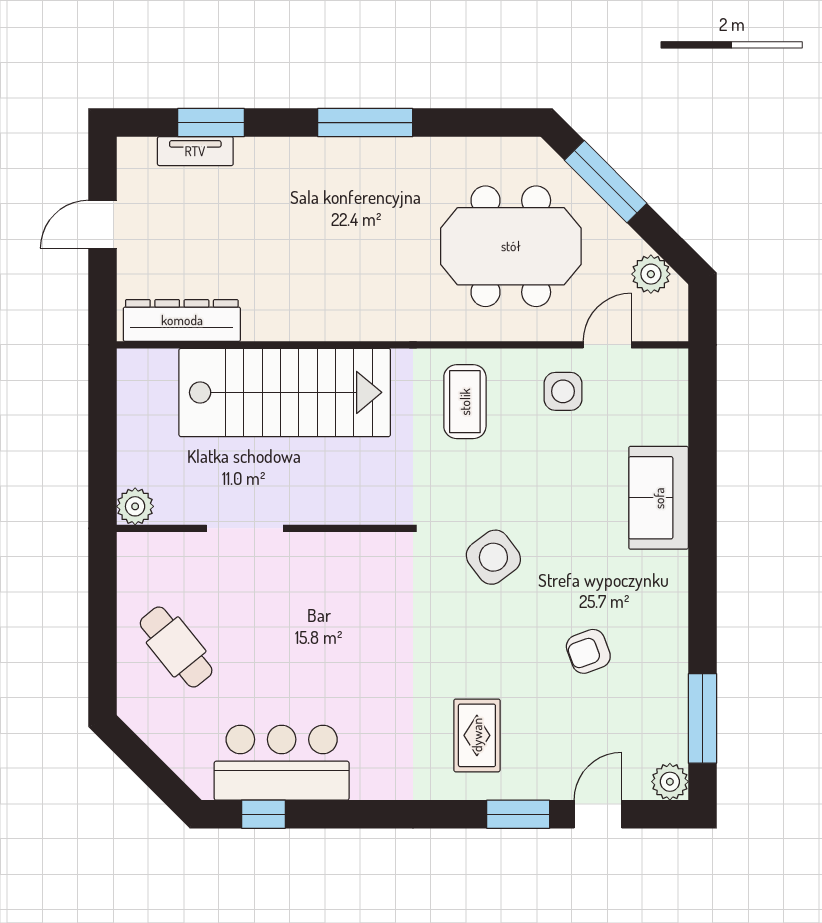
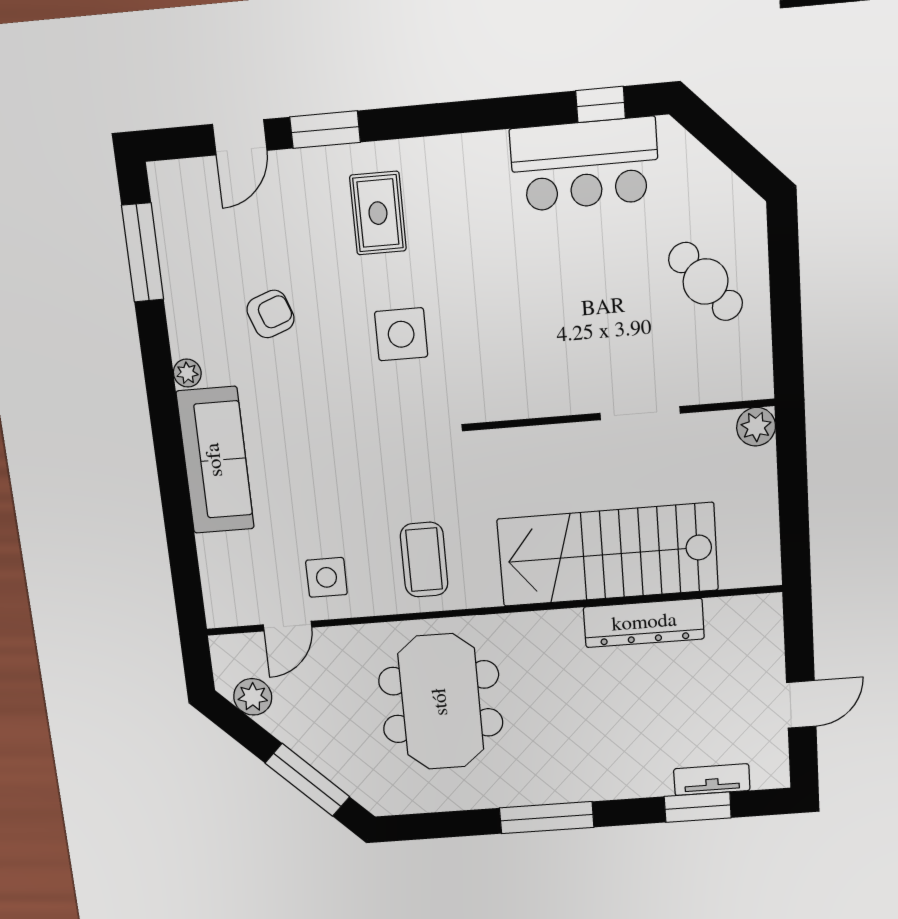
meeting table: (511, 246) -> (441, 702), moved, turned 90
dresser: (182, 320) -> (644, 623), moved
sofa: (659, 498) -> (215, 460), width x1.36
side table: (493, 557) -> (401, 334), moved, turned 37
plant: (670, 782) -> (187, 373), moved, width x0.73, depth x0.73

